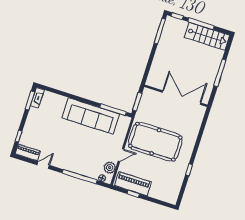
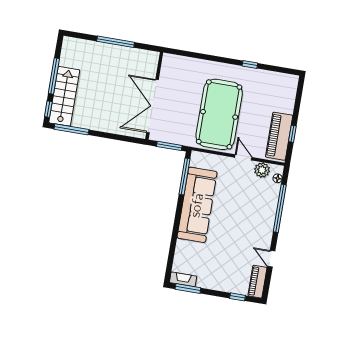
stairs: (207, 36) -> (64, 96), moved
double door: (182, 98) -> (152, 106), moved

